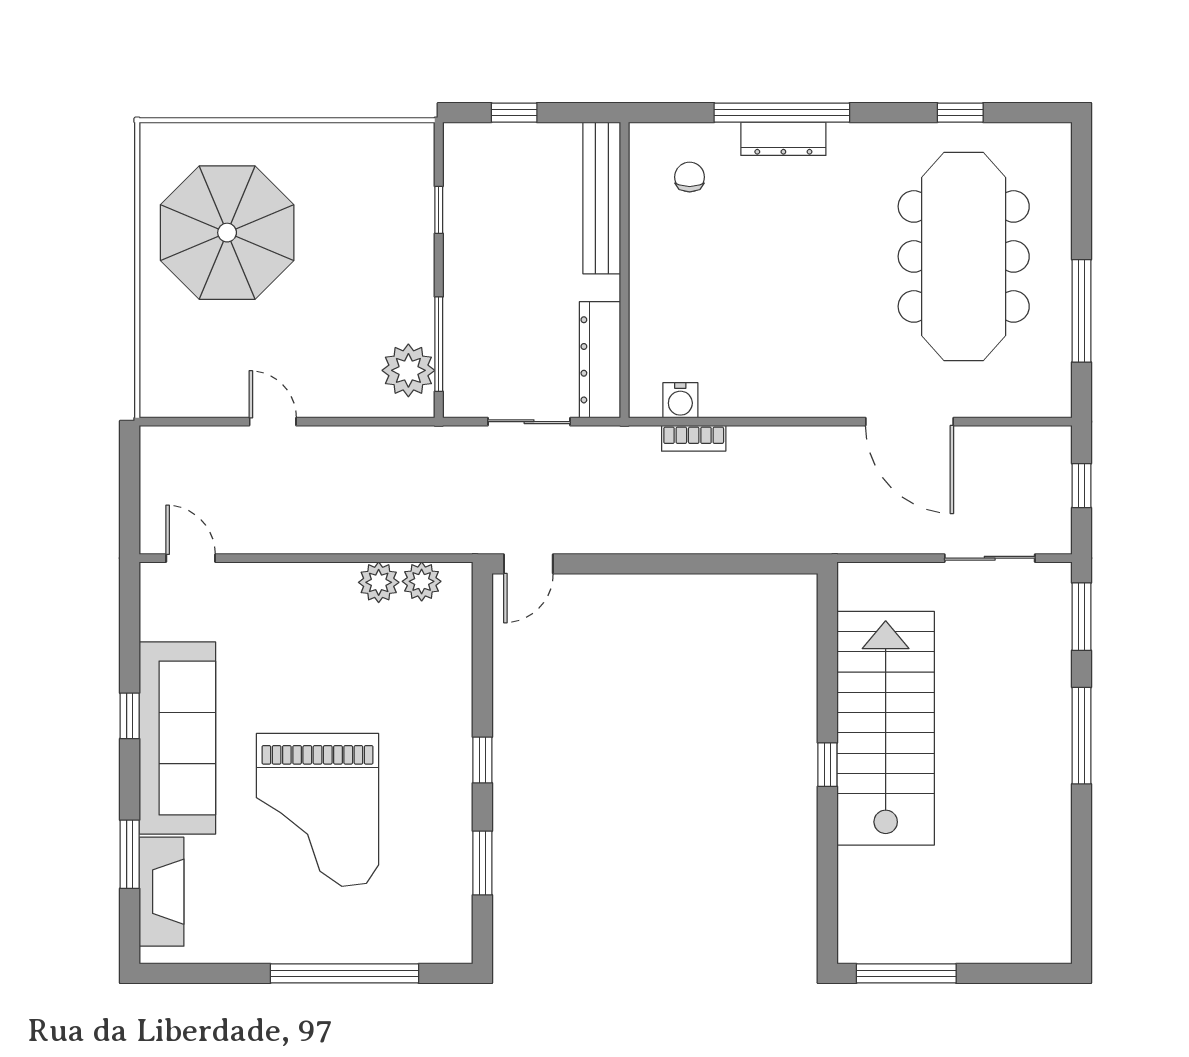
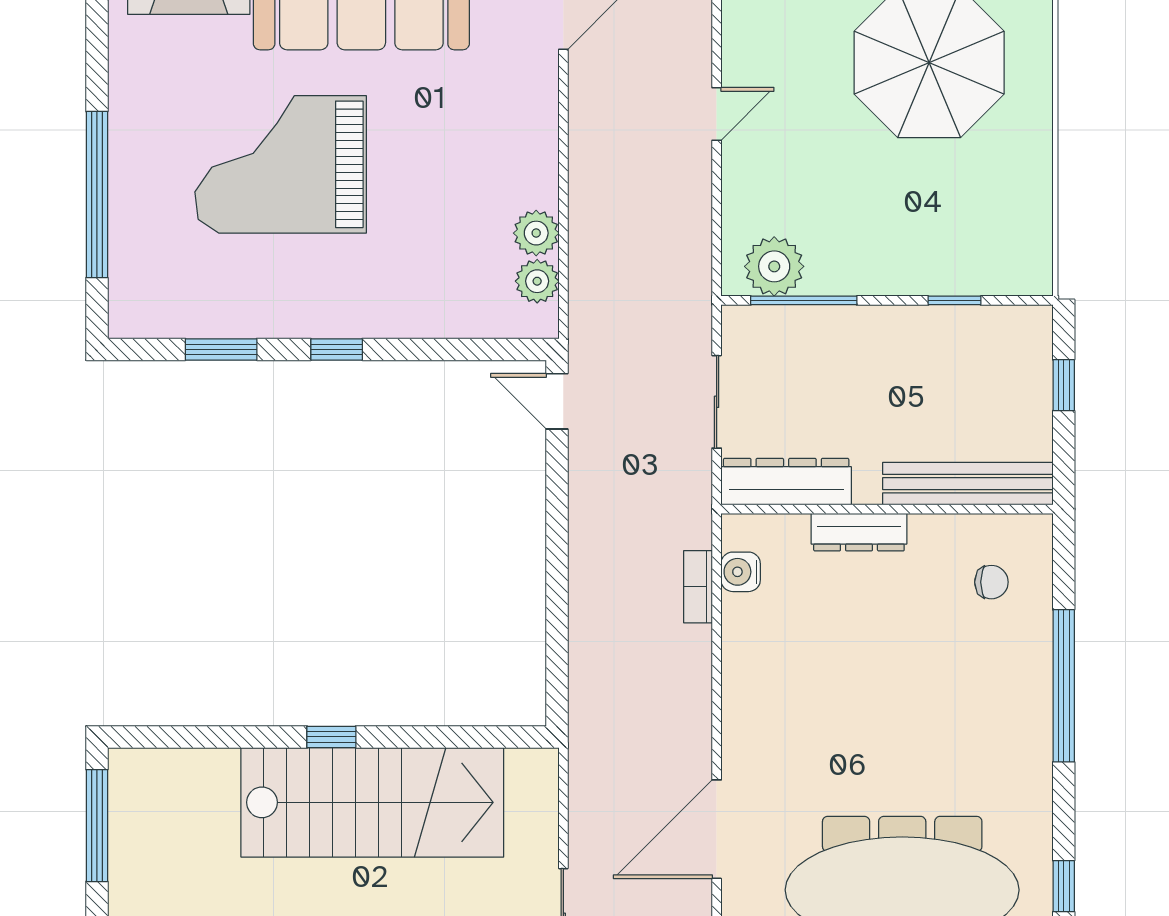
dresser: (783, 139) -> (859, 532), moved, turned -90

